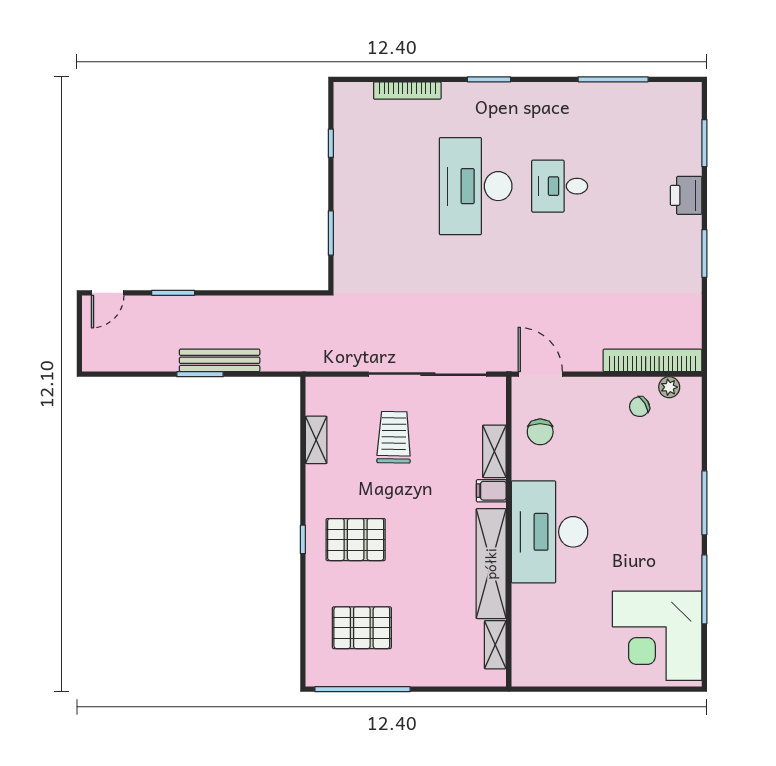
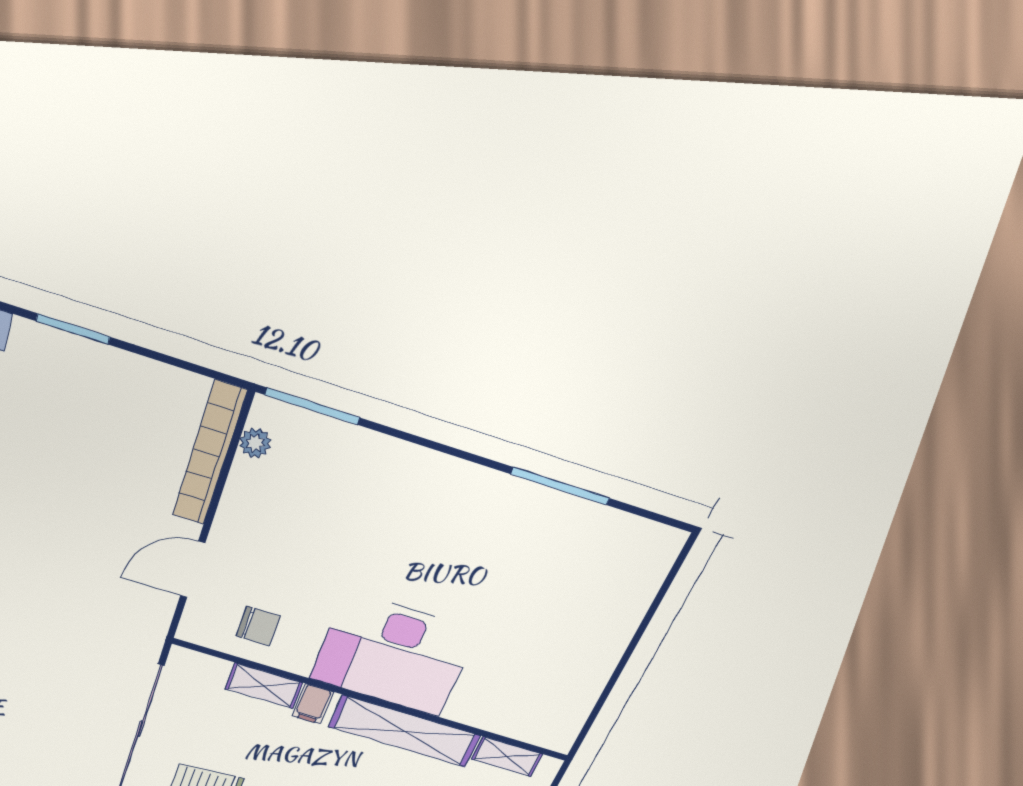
door: (540, 374) -> (193, 570), moved
chair: (639, 407) -> (269, 492), removed
window: (704, 503) -> (312, 406), moved
corner desk: (657, 636) -> (592, 568), removed

